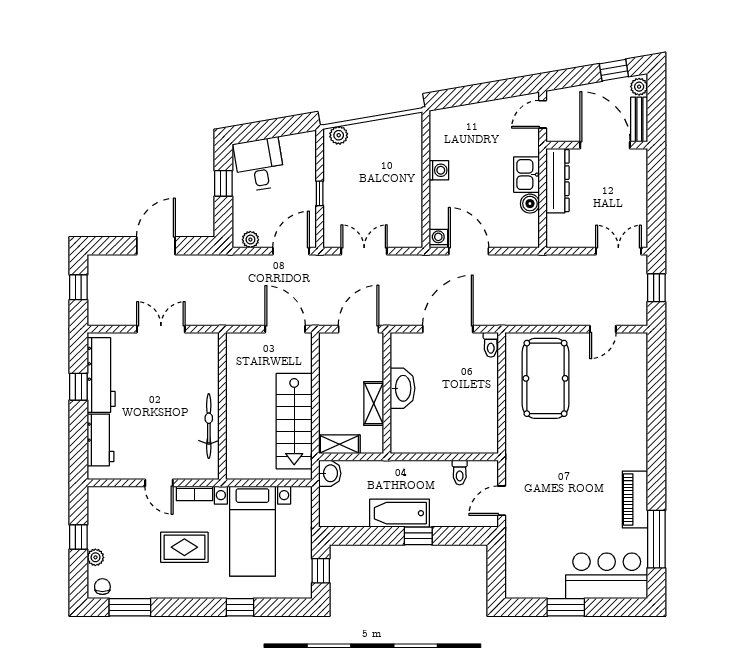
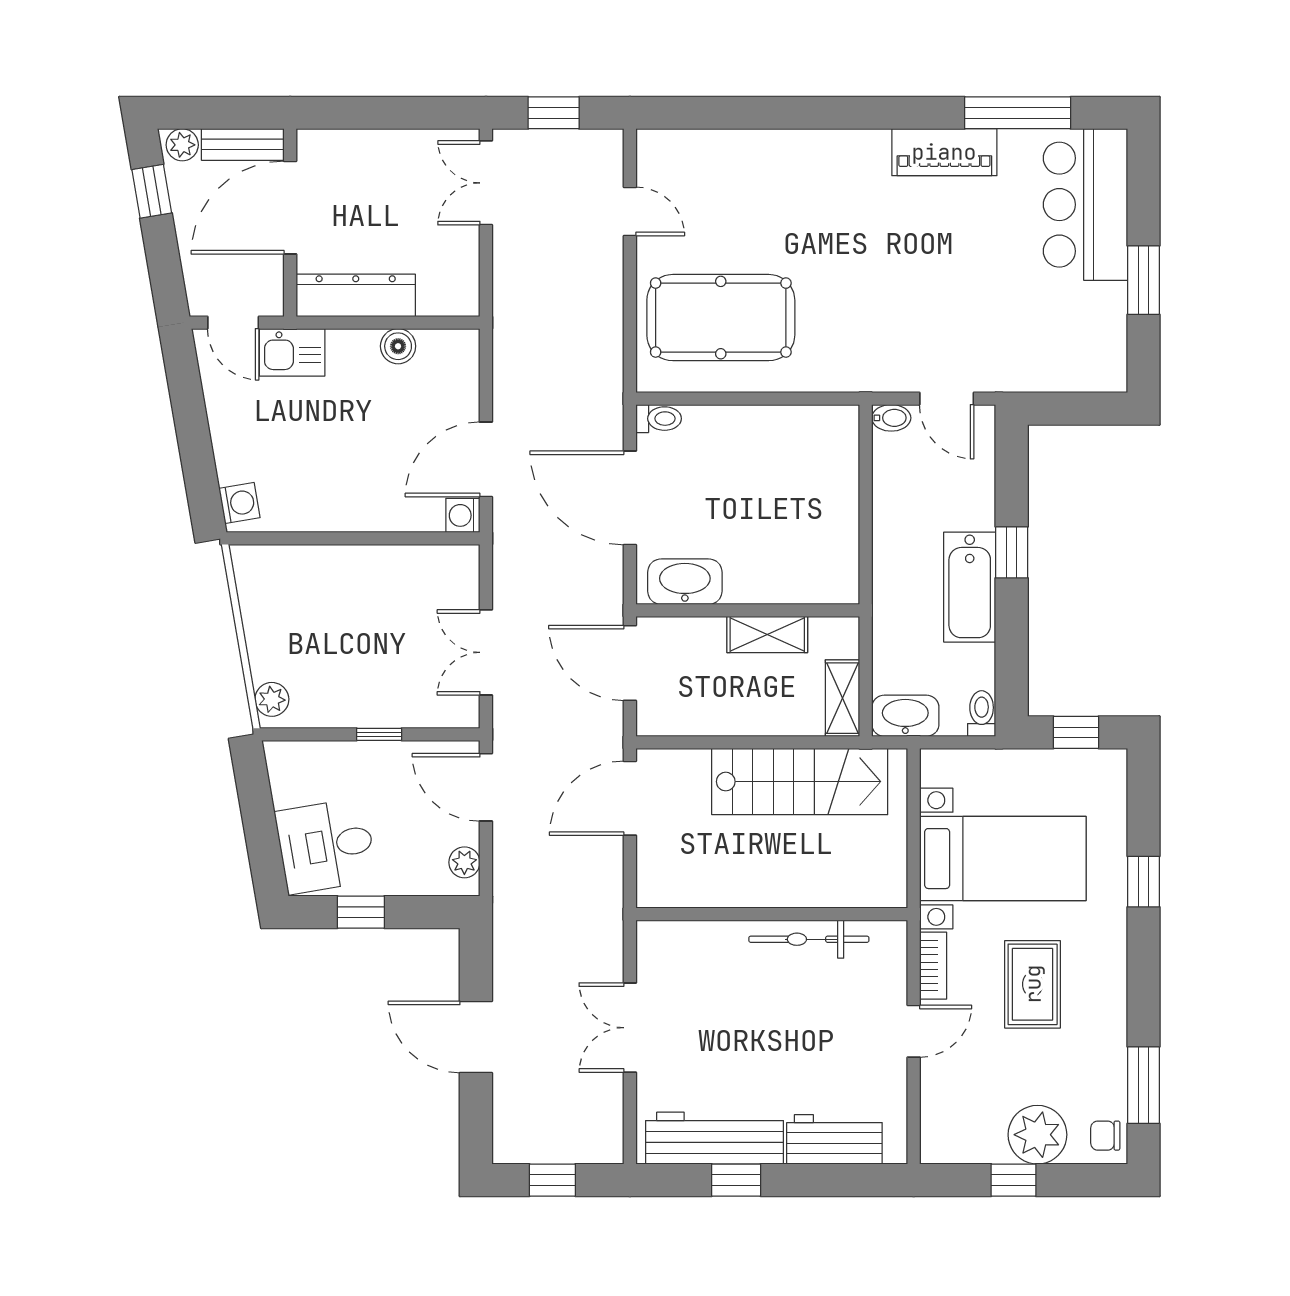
washing machine: (439, 170) -> (239, 503), moved, turned 80
kitchen sink: (527, 175) -> (292, 352), moved
washbasin: (402, 388) -> (685, 582), moved
bidet: (491, 471) -> (891, 418), added
toilet: (460, 472) -> (982, 714), moved, turned -90
washbasin: (330, 473) -> (905, 716), width x1.38
plant: (95, 557) -> (1037, 1135), width x1.88, depth x1.88

